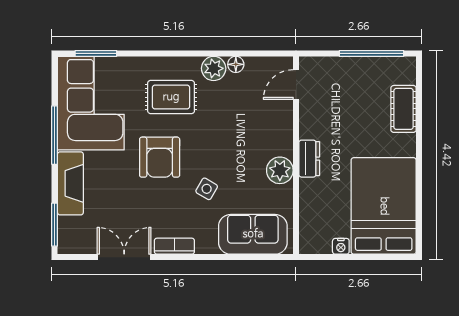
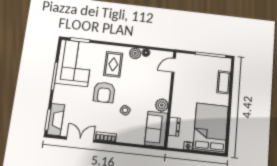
rug: (171, 97) -> (113, 64), turned 90
dresser: (309, 159) -> (174, 127), moved
fireplace: (70, 183) -> (56, 119), moved
sofa: (253, 234) -> (156, 129), moved, turned -90

